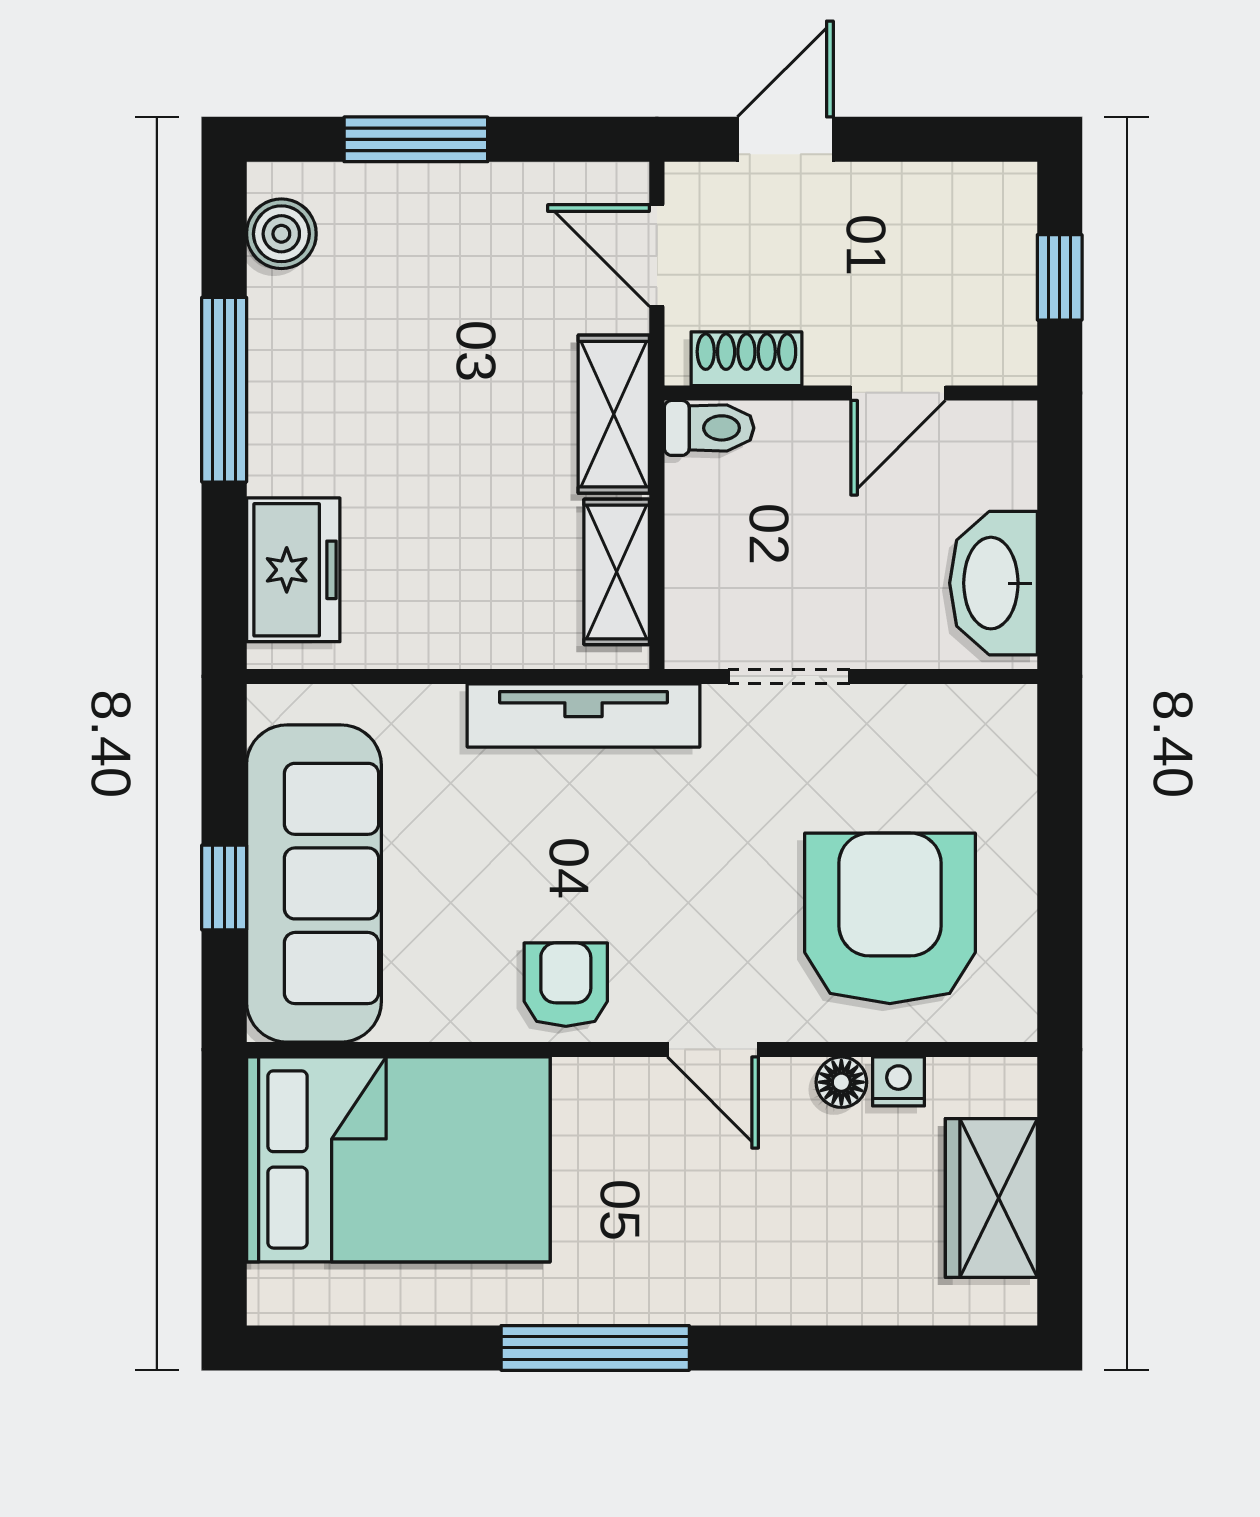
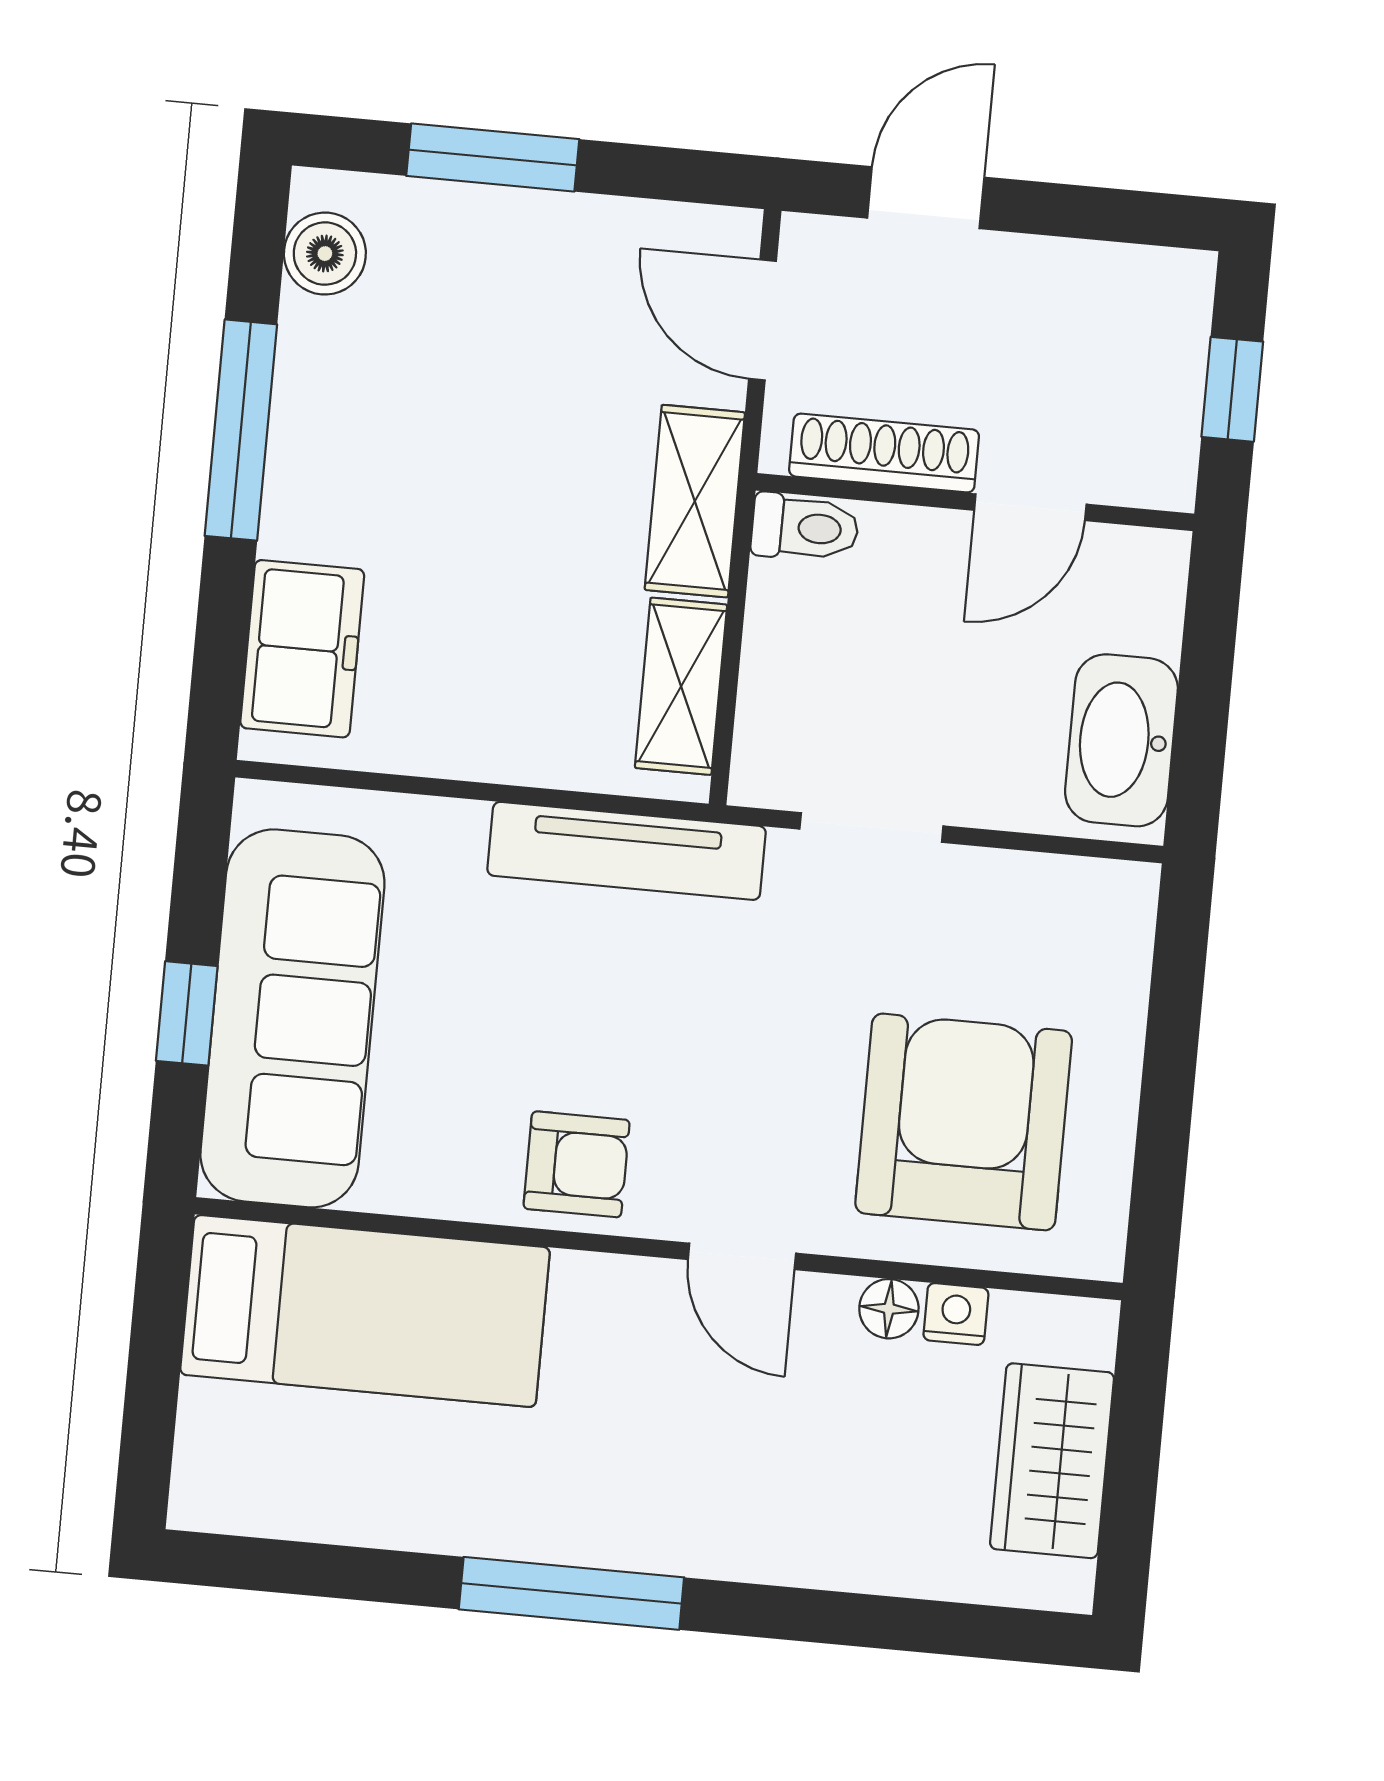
shoe rack: (746, 359) -> (884, 453), width x1.43
armchair: (566, 985) -> (577, 1164), turned 90
bed: (398, 1159) -> (365, 1311), width x0.67

